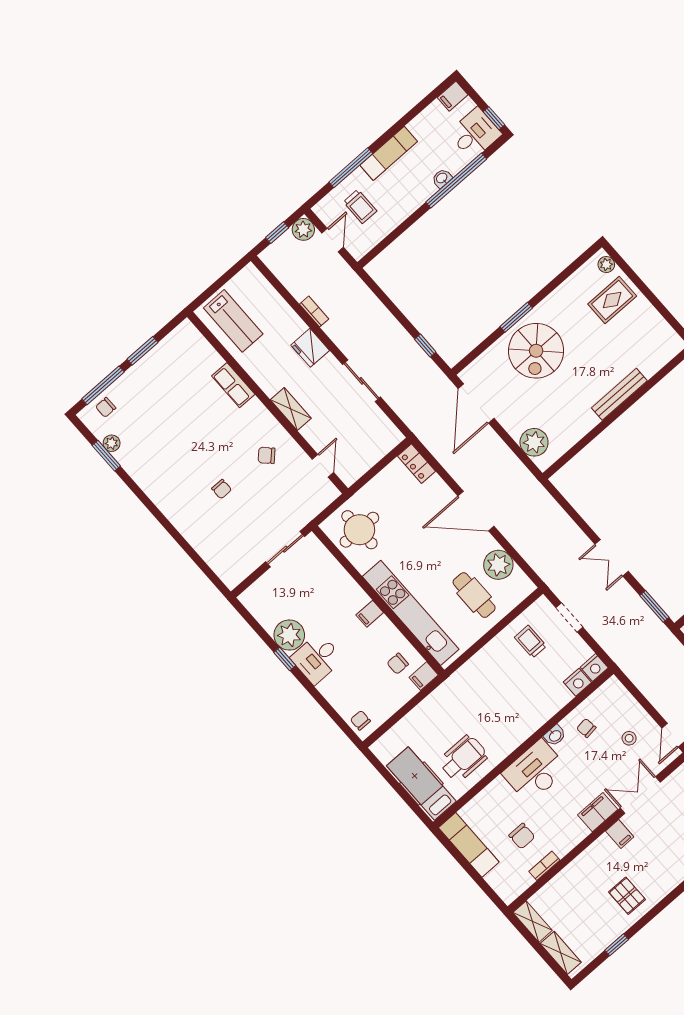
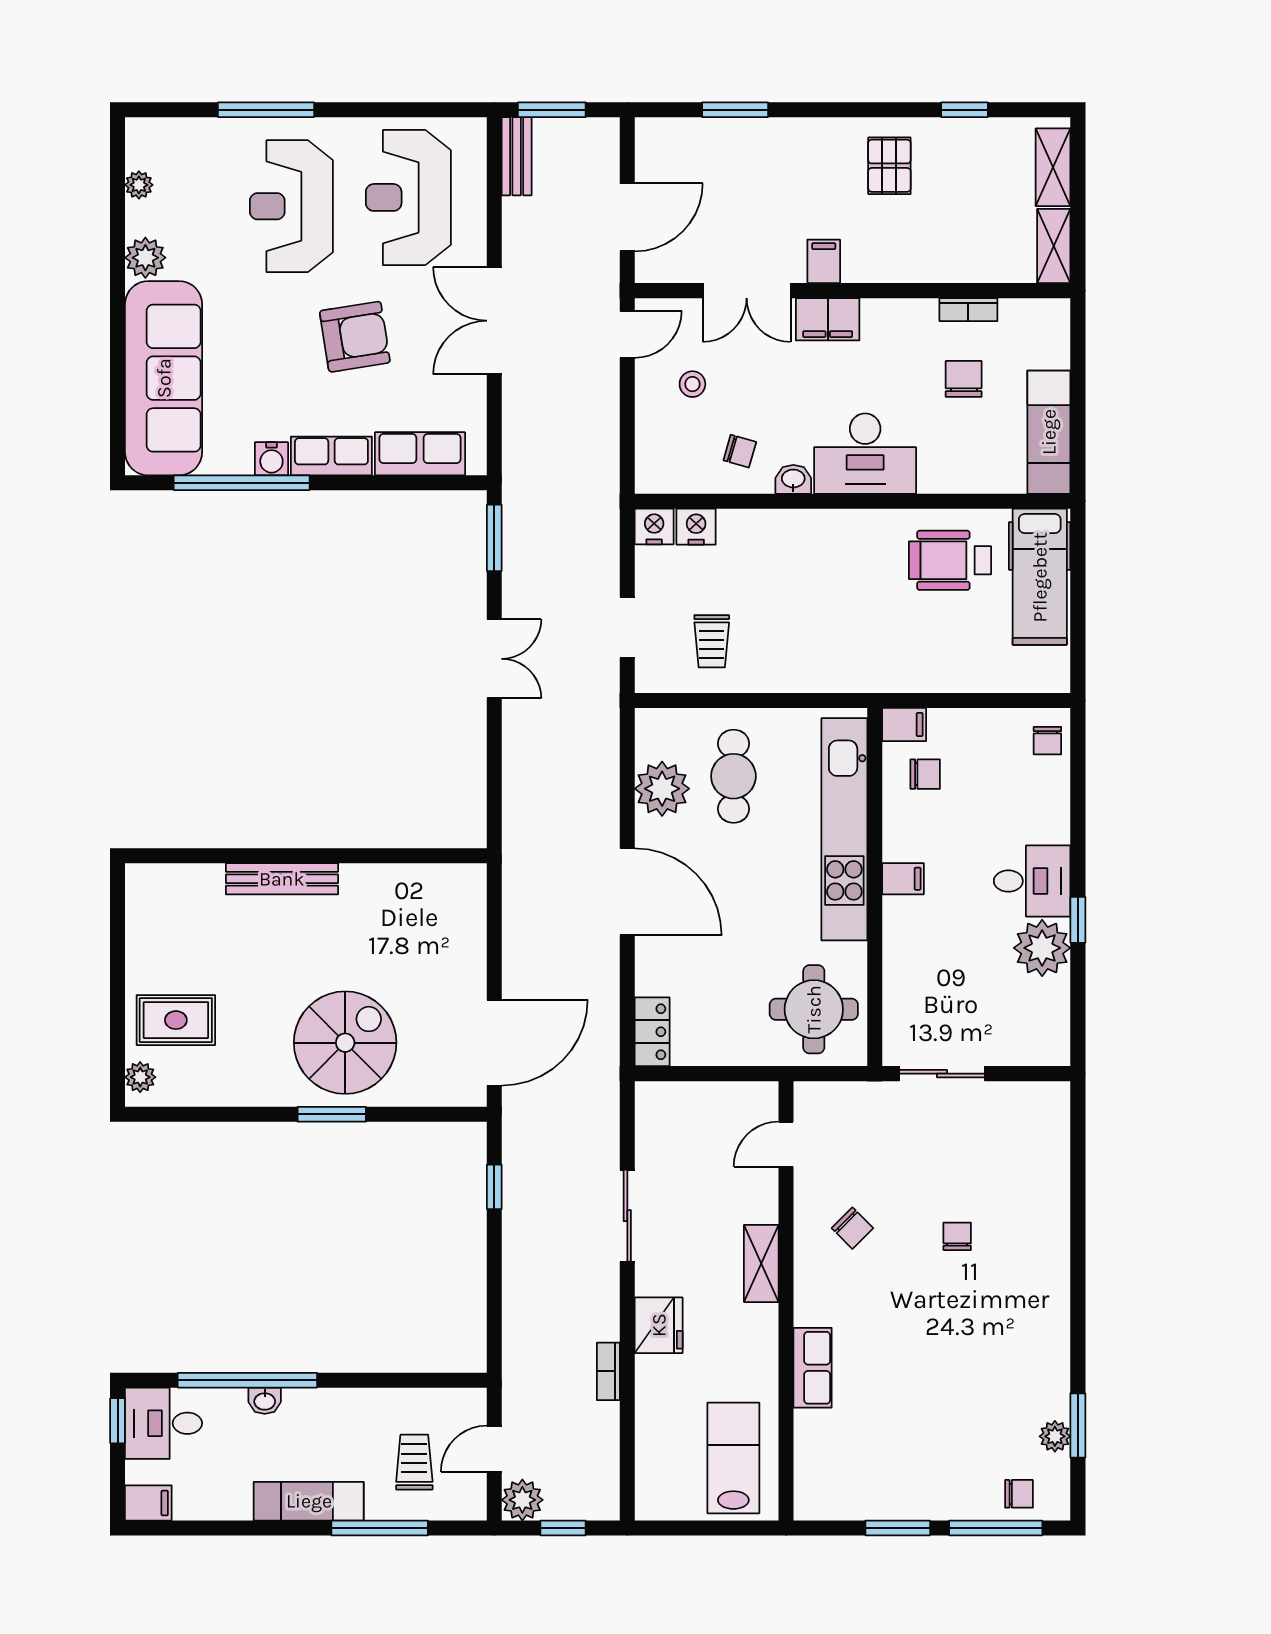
plant: (534, 442) -> (461, 917), removed
chair: (586, 728) -> (740, 451), turned -67

